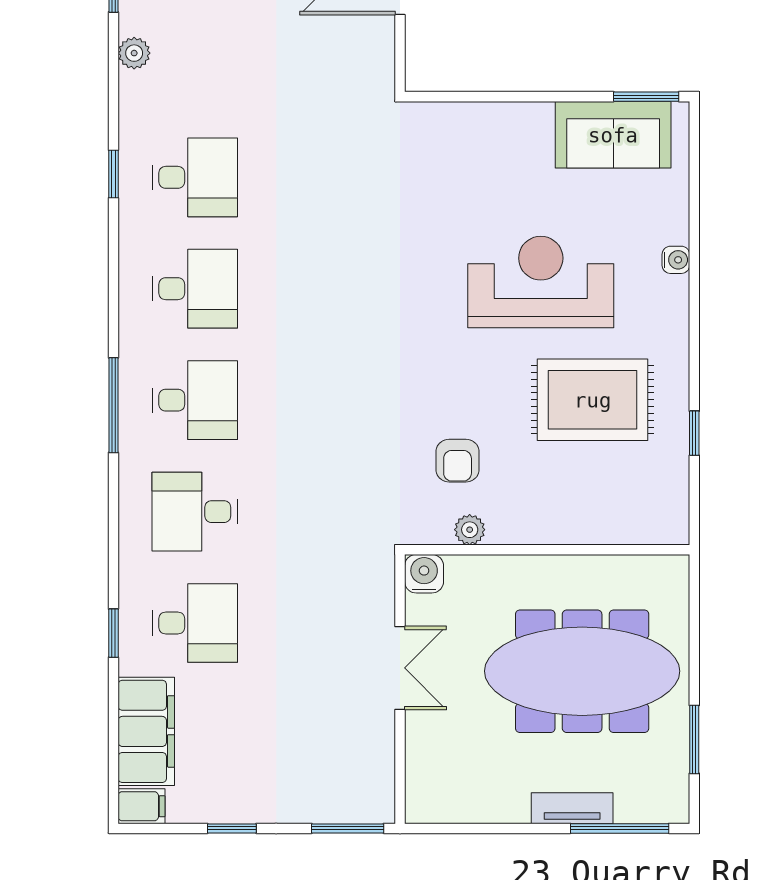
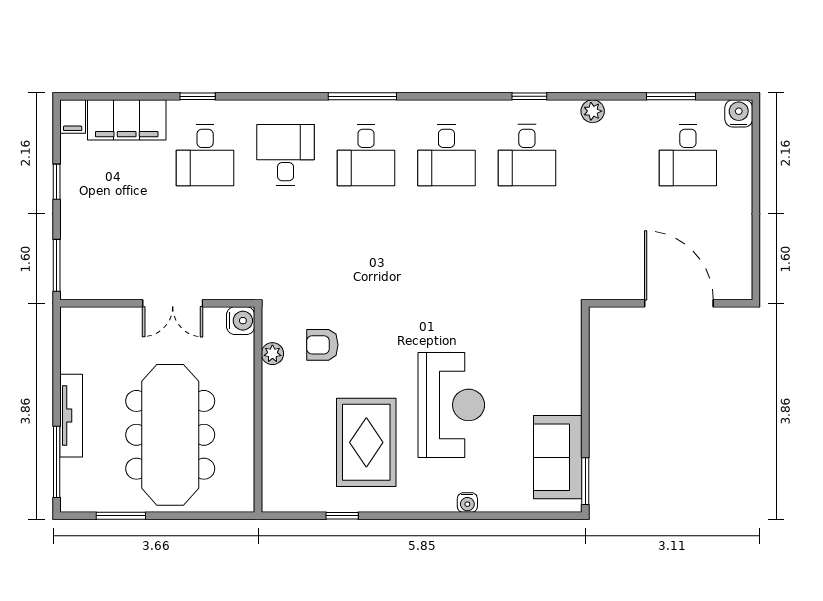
plant: (134, 53) -> (593, 111), moved
tv unit: (572, 808) -> (71, 416), width x1.41

